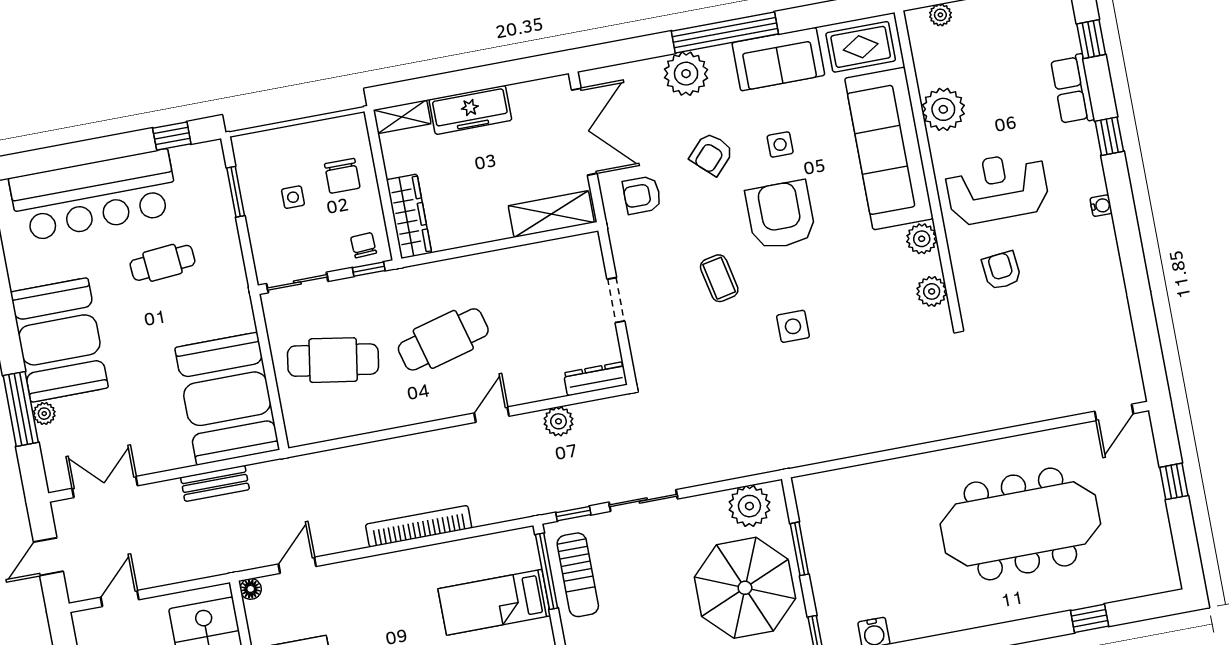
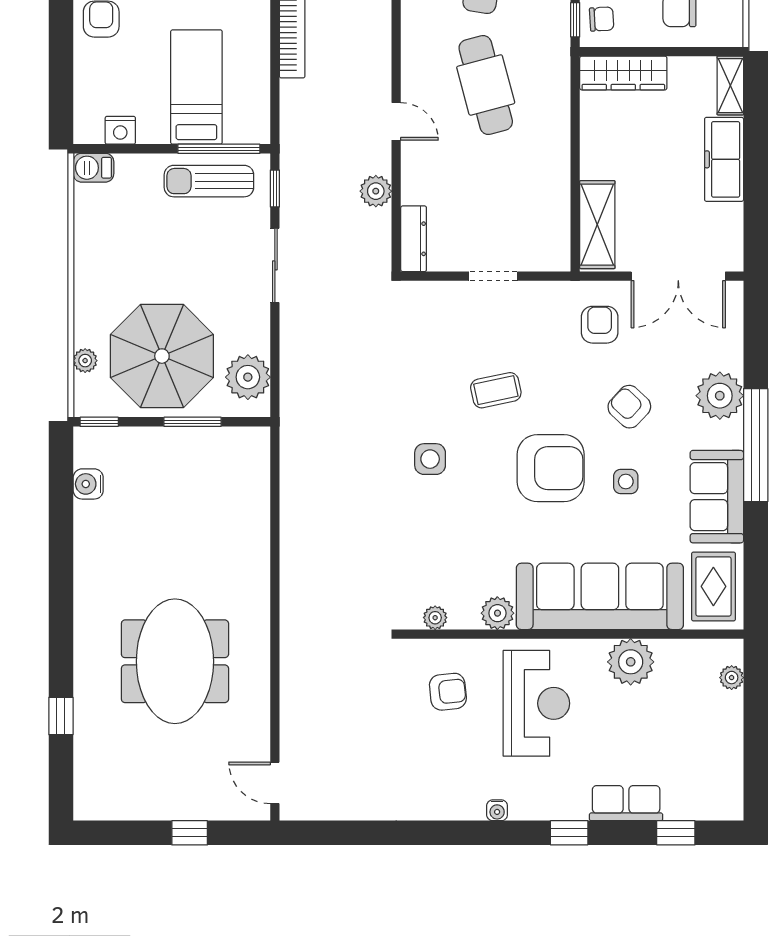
plant: (932, 291) -> (435, 618), width x0.73, depth x0.73
meeting table: (1020, 524) -> (175, 661), width x0.73

